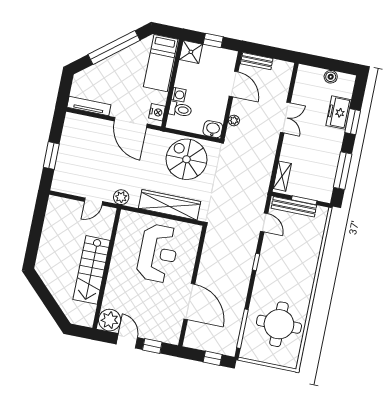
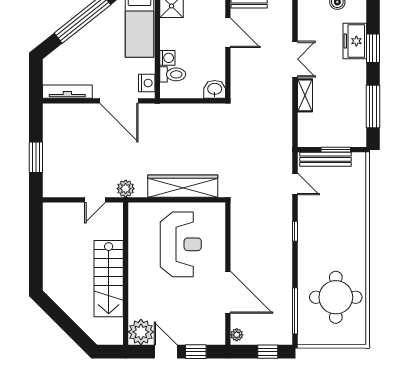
plant: (234, 120) -> (237, 335), moved
spiral stairs: (186, 159) -> (191, 130), removed
shelving: (282, 176) -> (305, 95), moved

